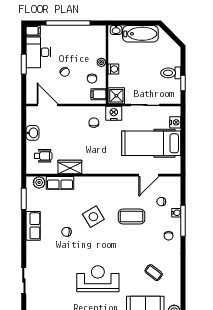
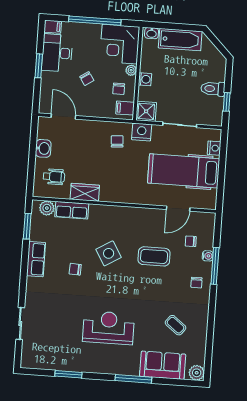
corner desk: (90, 41) -> (120, 44), added

